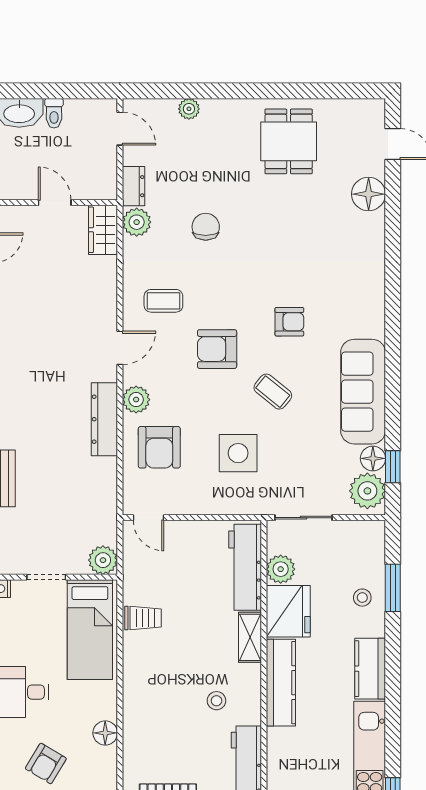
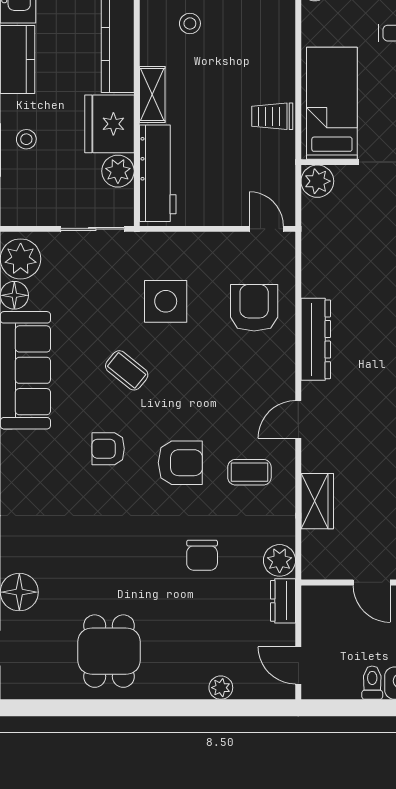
wardrobe: (103, 230) -> (317, 501), moved
armchair: (217, 349) -> (180, 463), moved
plant: (136, 400) -> (280, 361), removed

